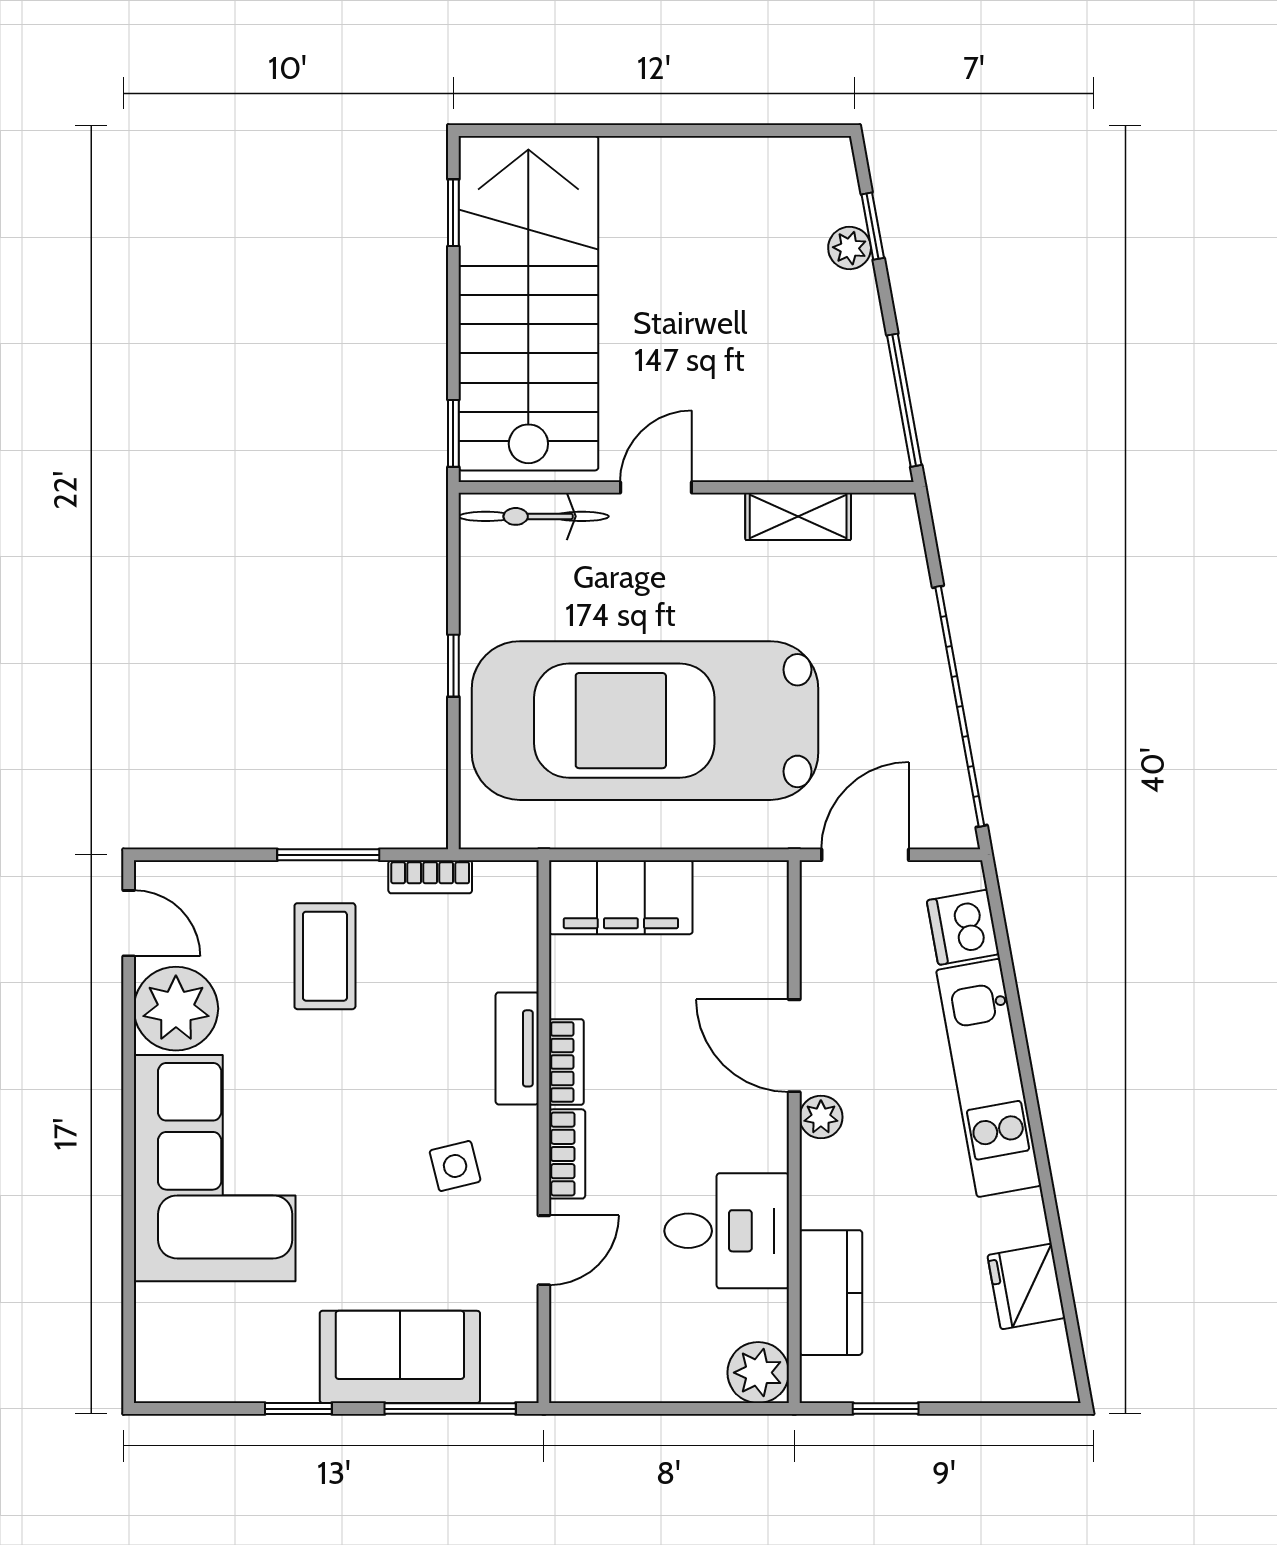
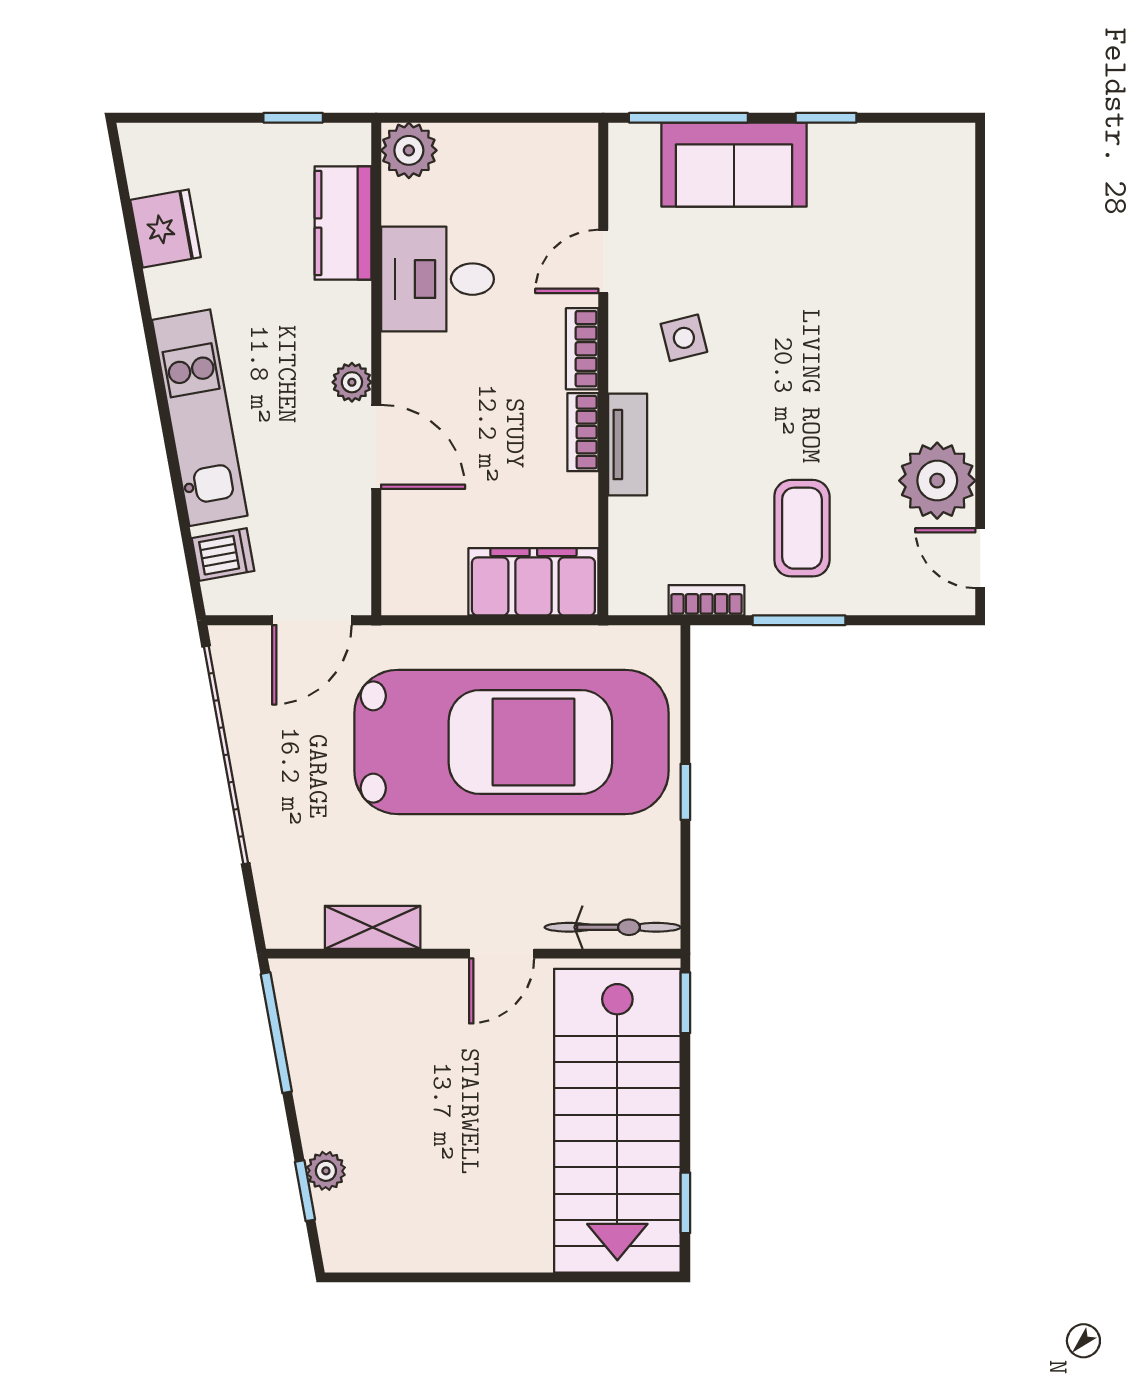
dishwasher: (963, 927) -> (223, 554), width x0.73
corner sofa: (215, 1168) -> (902, 336), removed

